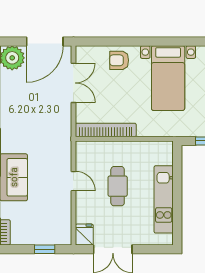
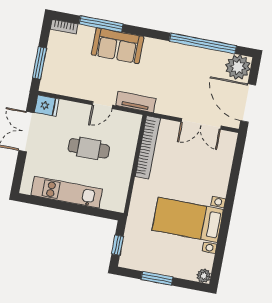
armchair: (119, 60) -> (215, 174), removed
tv unit: (64, 150) -> (136, 102), added
window: (45, 249) -> (39, 63), width x1.50

